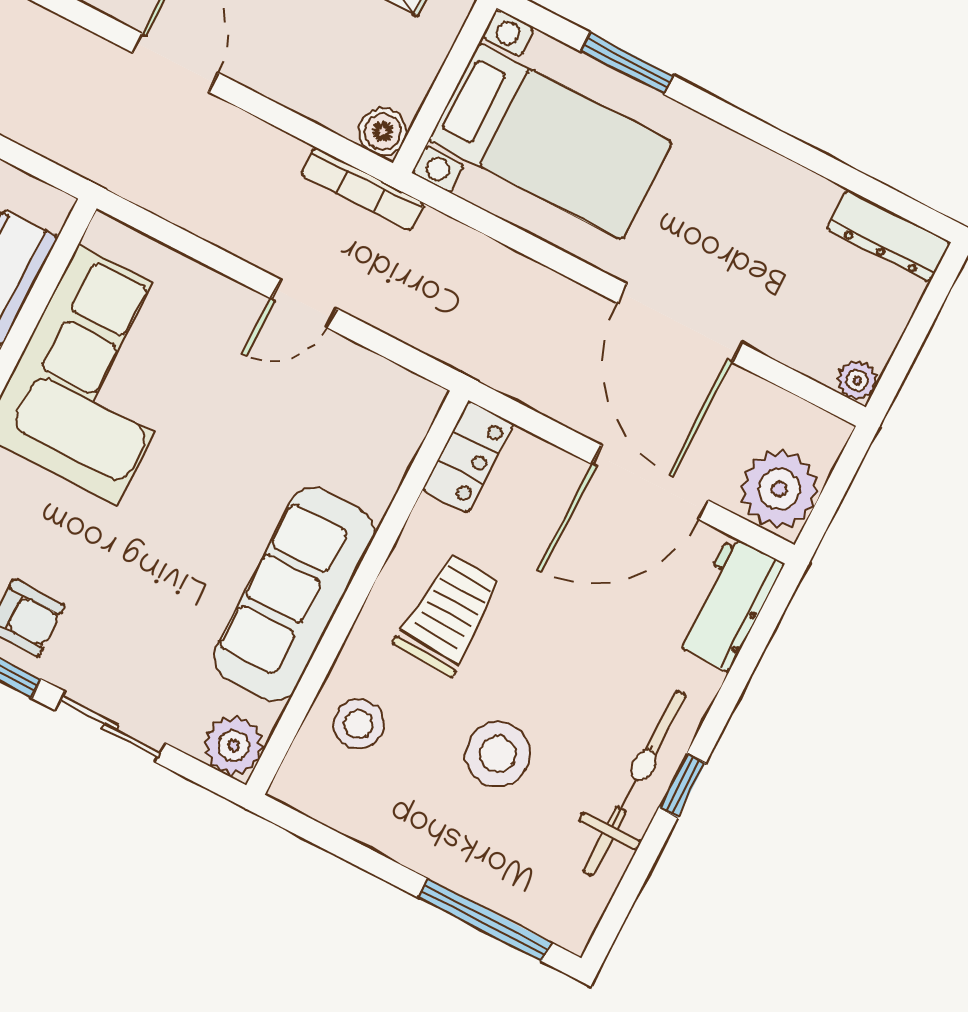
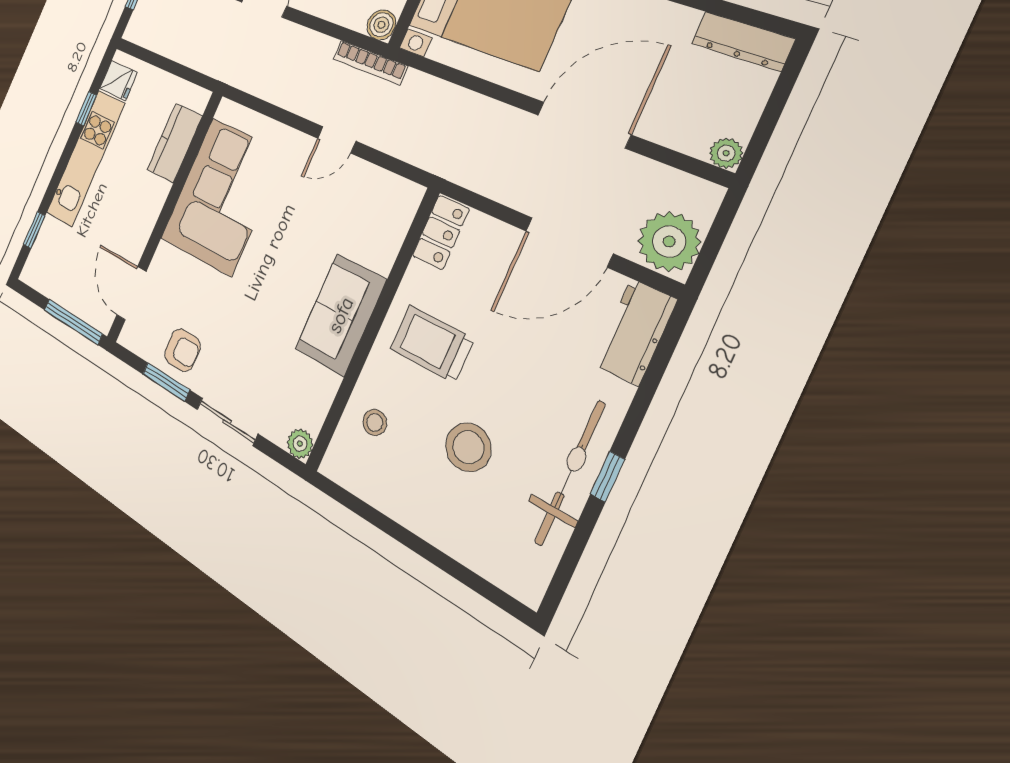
door: (679, 323) -> (584, 125), swing flipped
sofa: (294, 594) -> (341, 315), width x0.73
trolley: (449, 614) -> (432, 344), turned -93
stool: (359, 724) -> (375, 422), width x0.73, depth x0.73
plant: (234, 746) -> (300, 444), width x0.73, depth x0.73
window: (485, 920) -> (464, 575), removed

